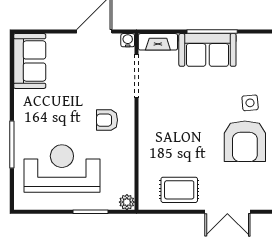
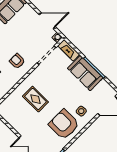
armchair: (245, 141) -> (64, 124), turned 90
rug: (179, 190) -> (35, 99), moved

